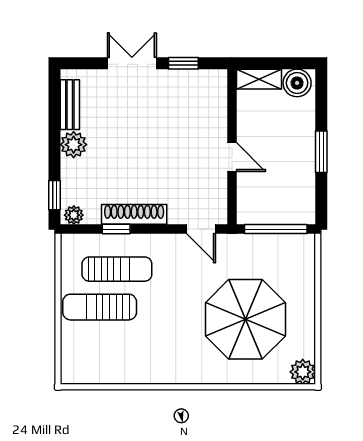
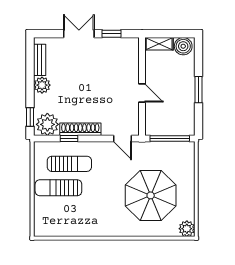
plant: (74, 215) -> (47, 124), width x1.88, depth x1.88

